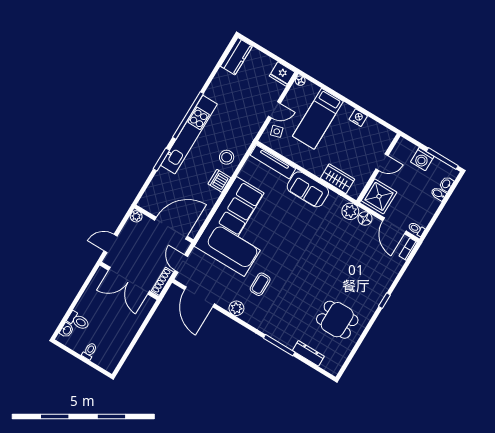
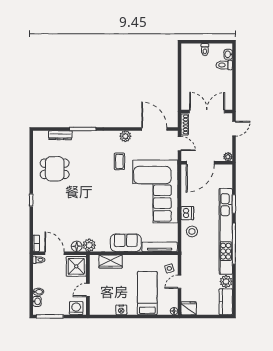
plant: (222, 79) -> (226, 282), added
kitchen unit: (189, 135) -> (226, 231), width x1.36
washing machine: (422, 159) -> (76, 308), moved

